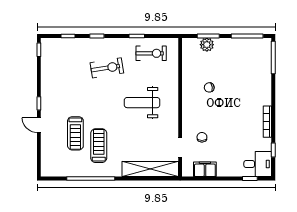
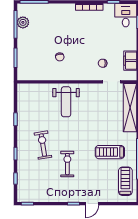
plant: (207, 45) -> (23, 22), moved
exercise bike: (151, 53) -> (67, 164), moved
weight bench: (142, 103) -> (66, 102), moved
treadmill: (75, 133) -> (125, 181), moved, turned -90

